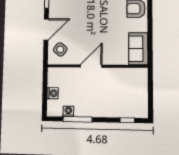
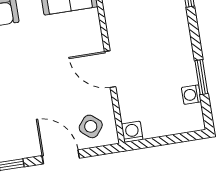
washing machine: (53, 93) -> (132, 132), moved
window: (77, 119) -> (201, 77), width x0.69

